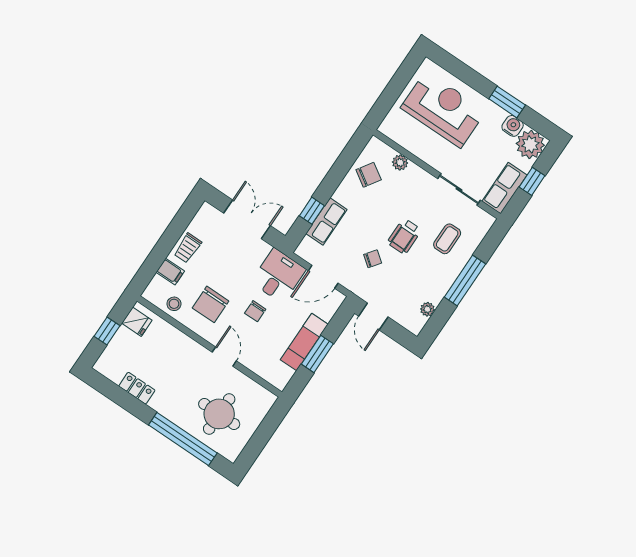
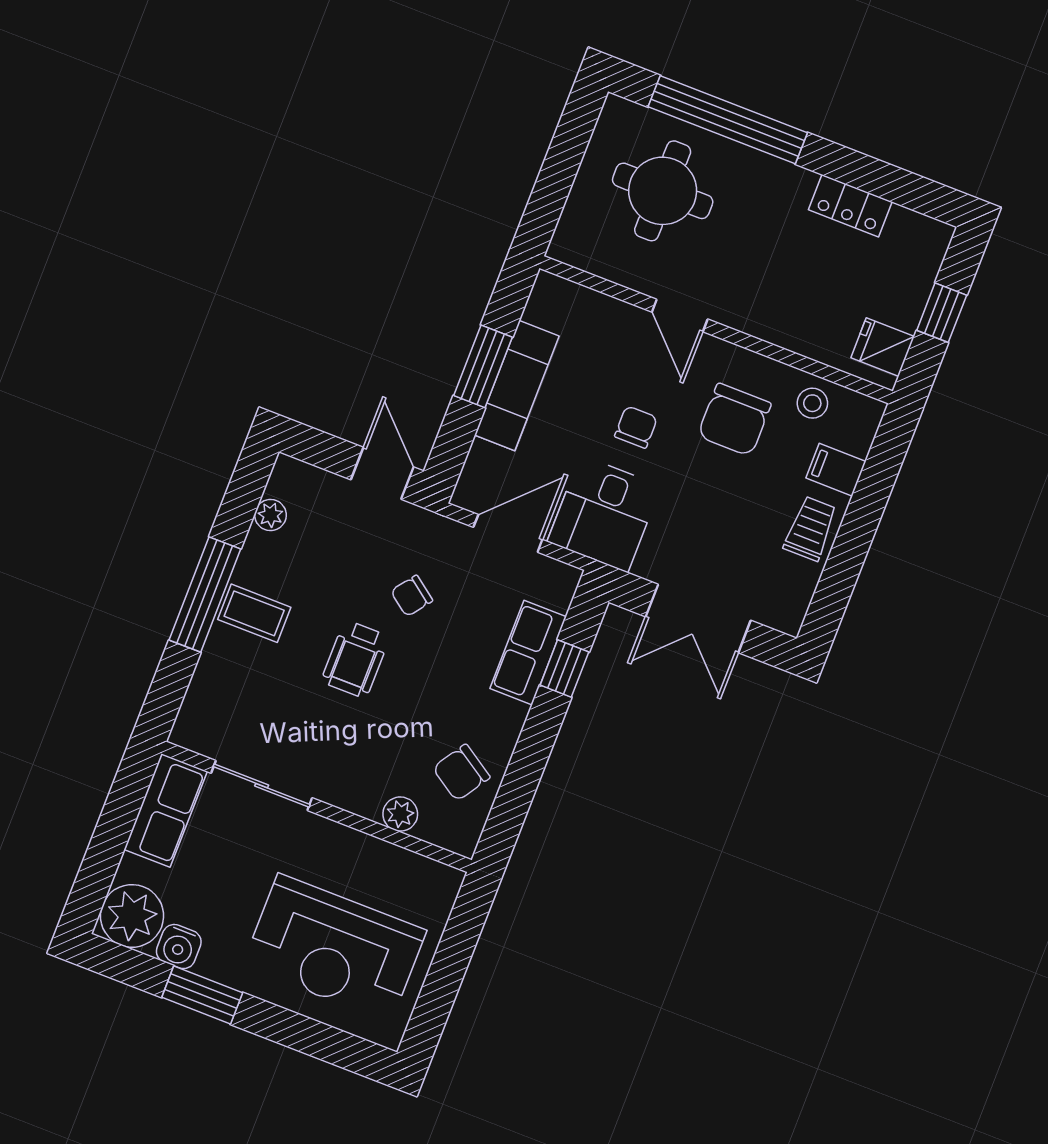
window: (532, 181) -> (110, 838), removed
wheelchair: (404, 236) -> (355, 659), turned 180
coffee table: (447, 239) -> (254, 613), moved, turned 90
chair: (211, 304) -> (734, 420), turned 180

